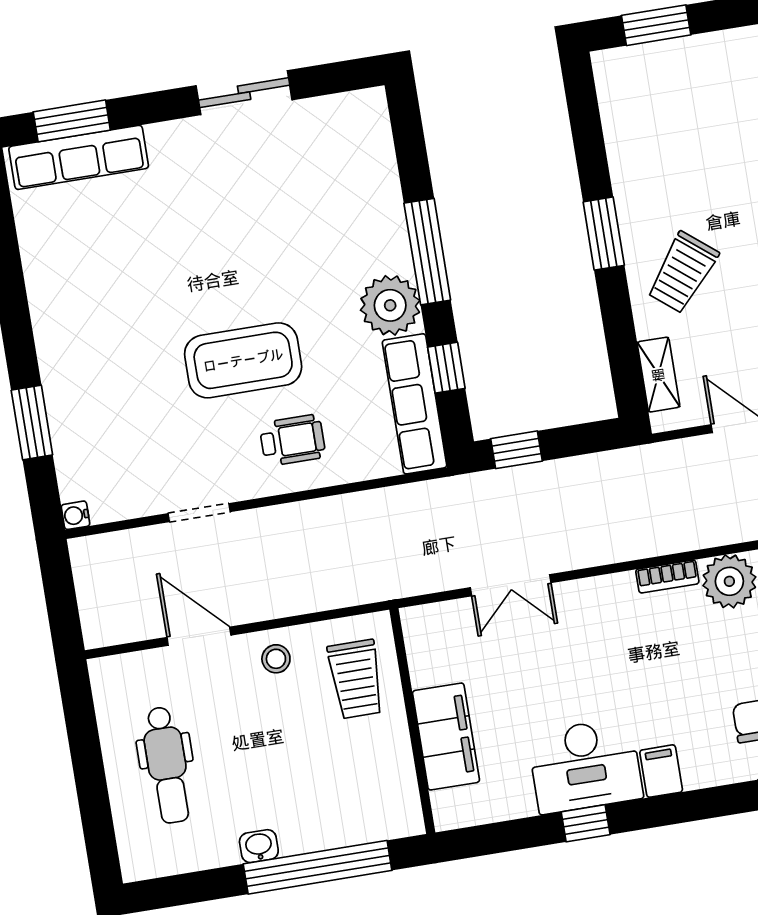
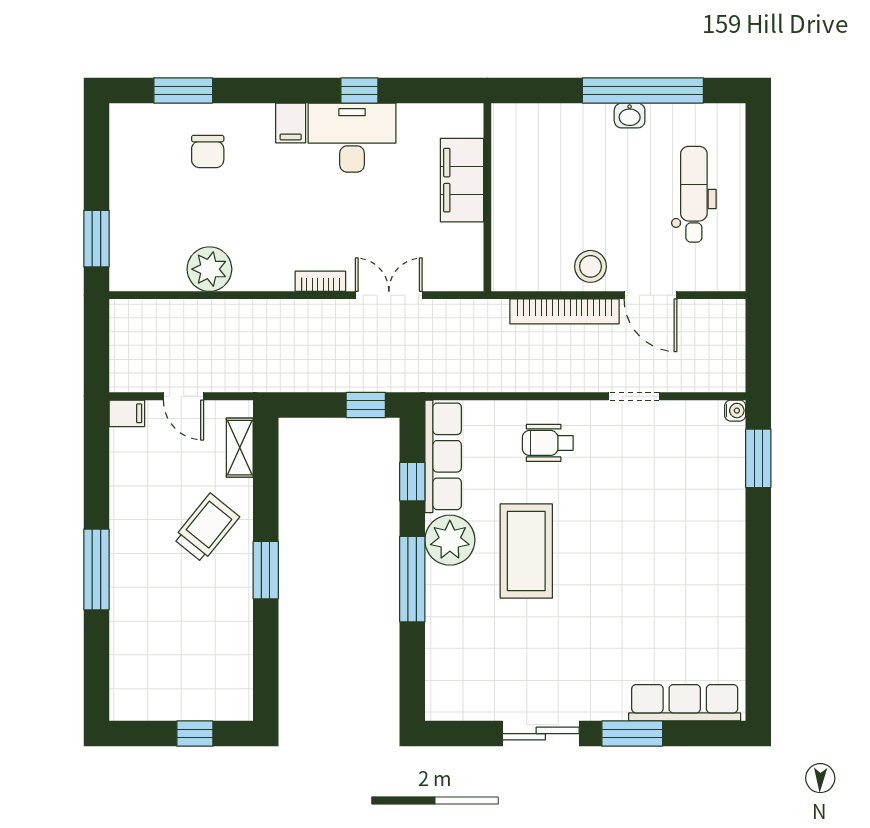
window: (656, 25) -> (195, 734), width x0.67
window: (72, 121) -> (632, 734), moved
coffee table: (243, 360) -> (526, 551), moved, turned 90
window: (32, 422) -> (758, 458), moved
bookcase: (667, 577) -> (320, 281), moved
bookcase: (298, 600) -> (564, 311), added
stool: (276, 659) -> (590, 266), width x1.37, depth x1.37
trolley: (356, 679) -> (528, 239), removed
window: (318, 867) -> (643, 90), moved

